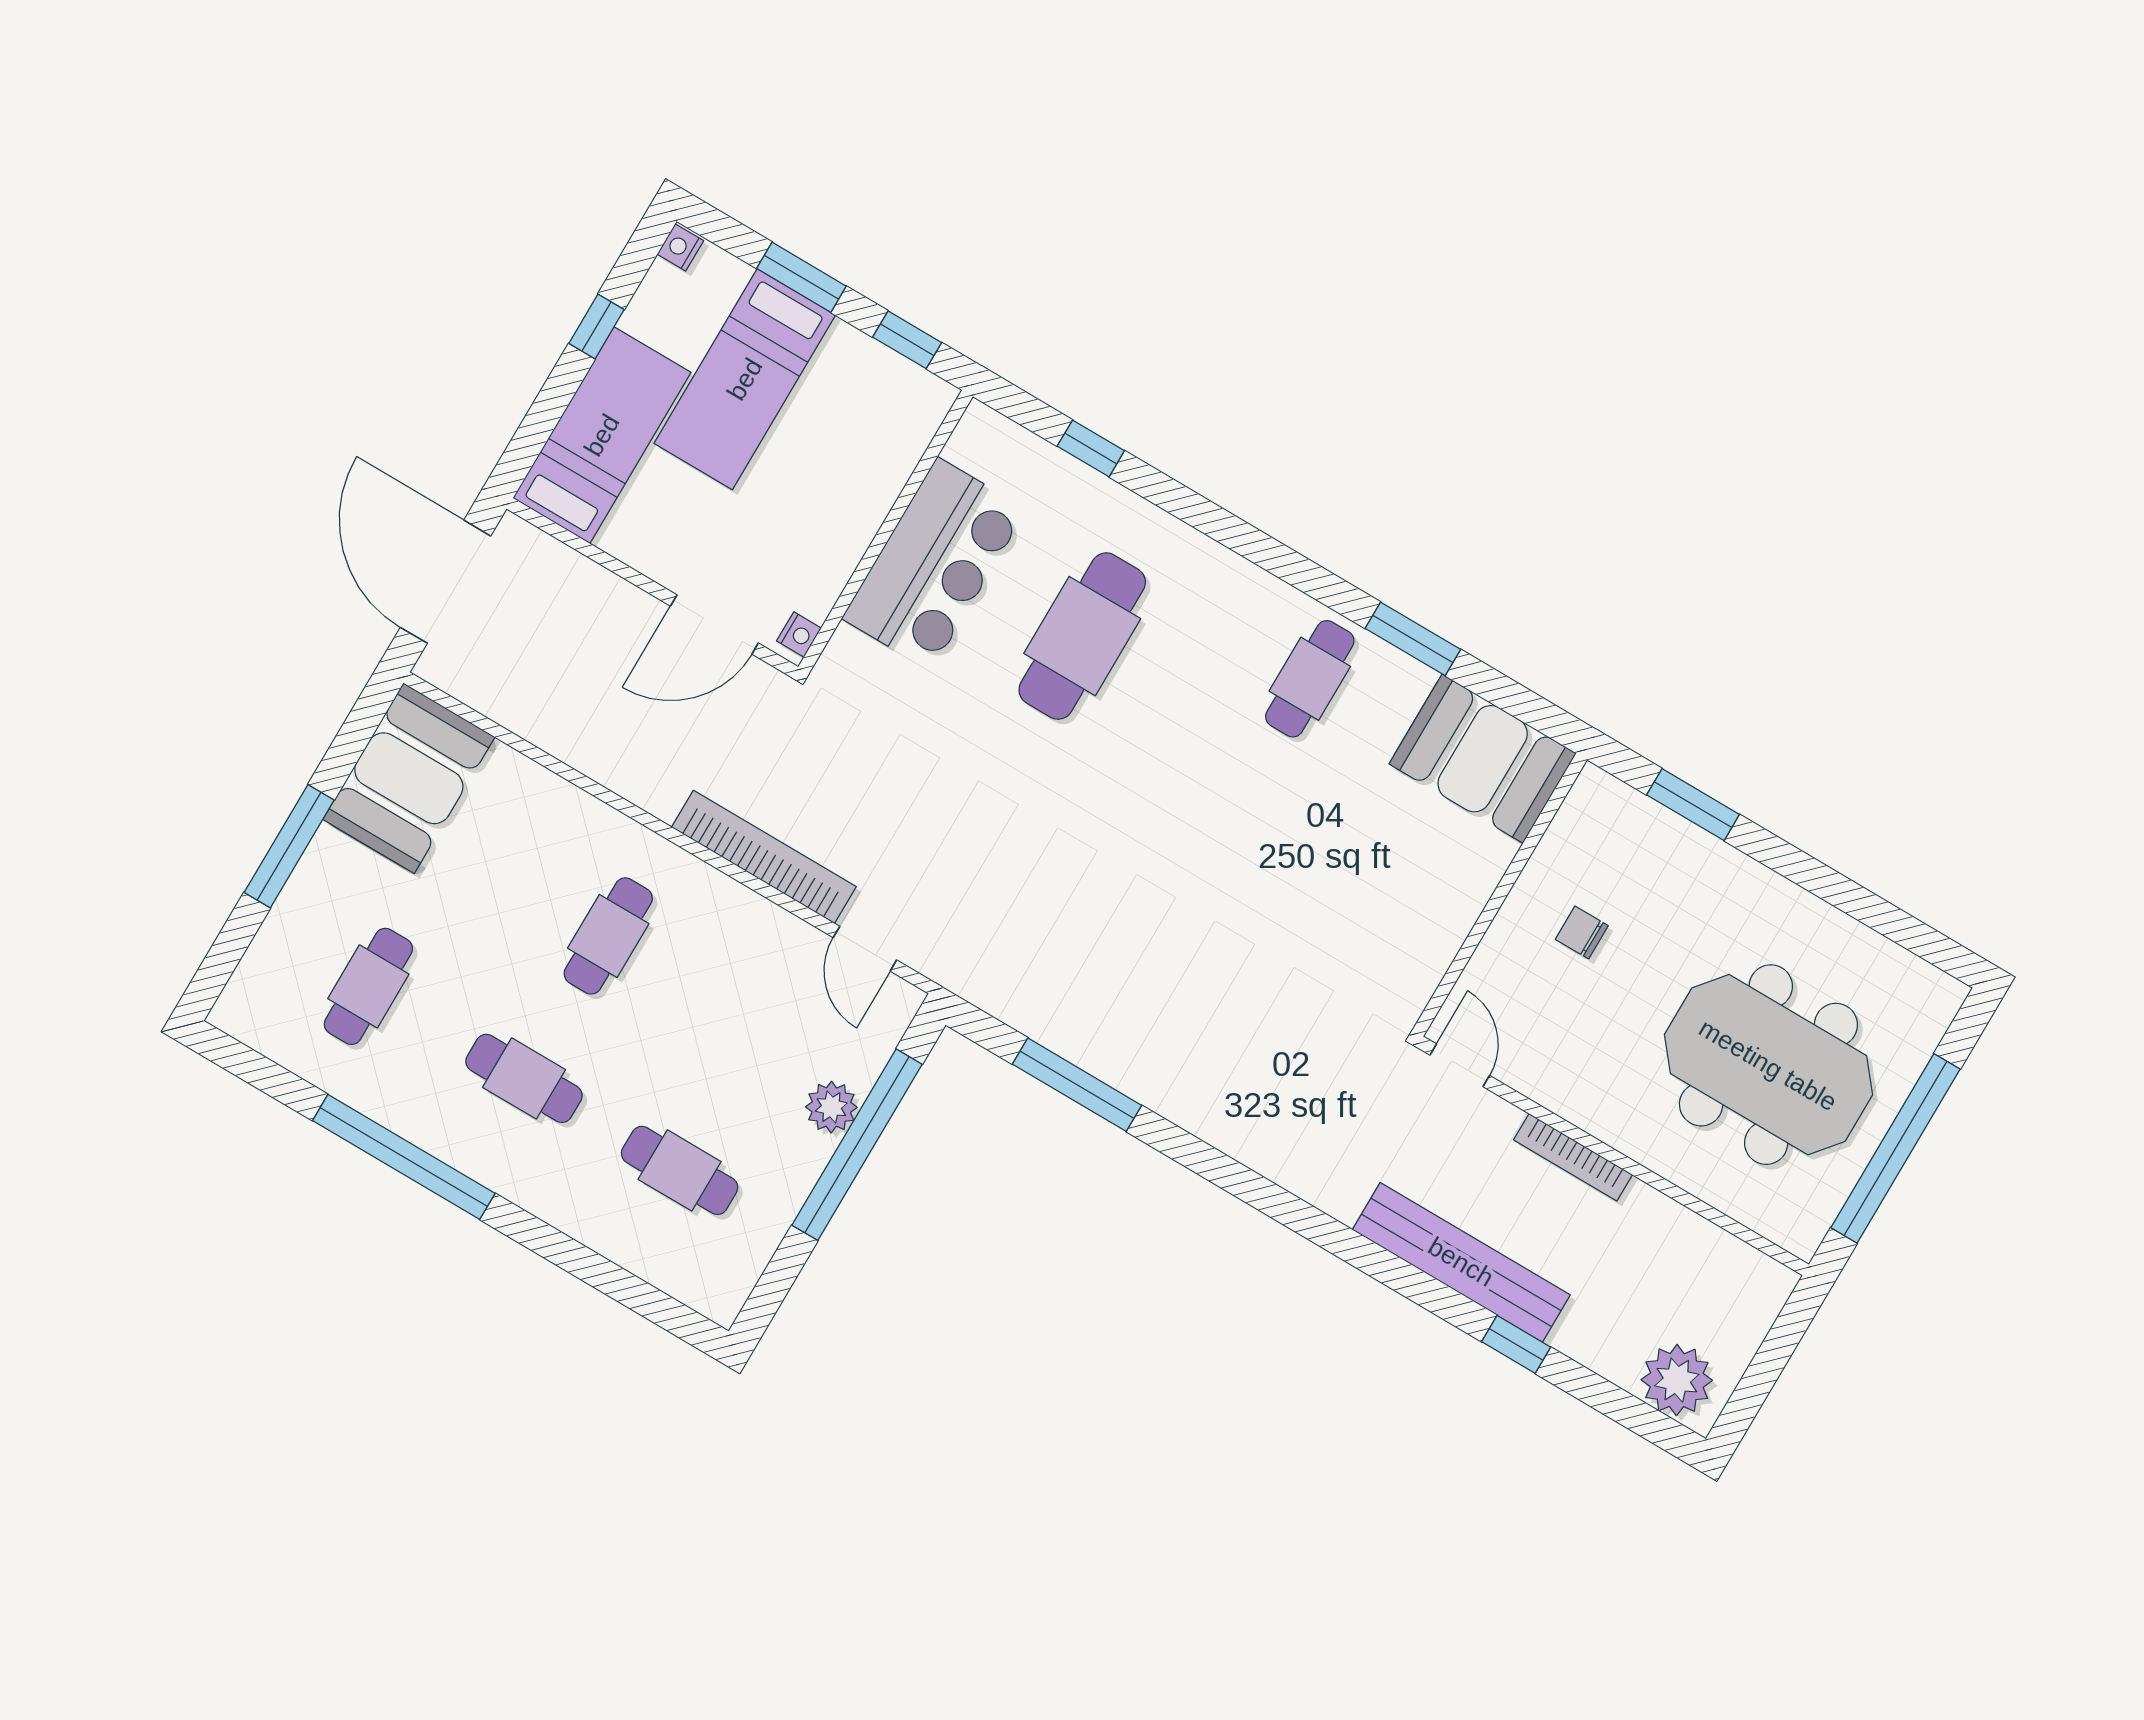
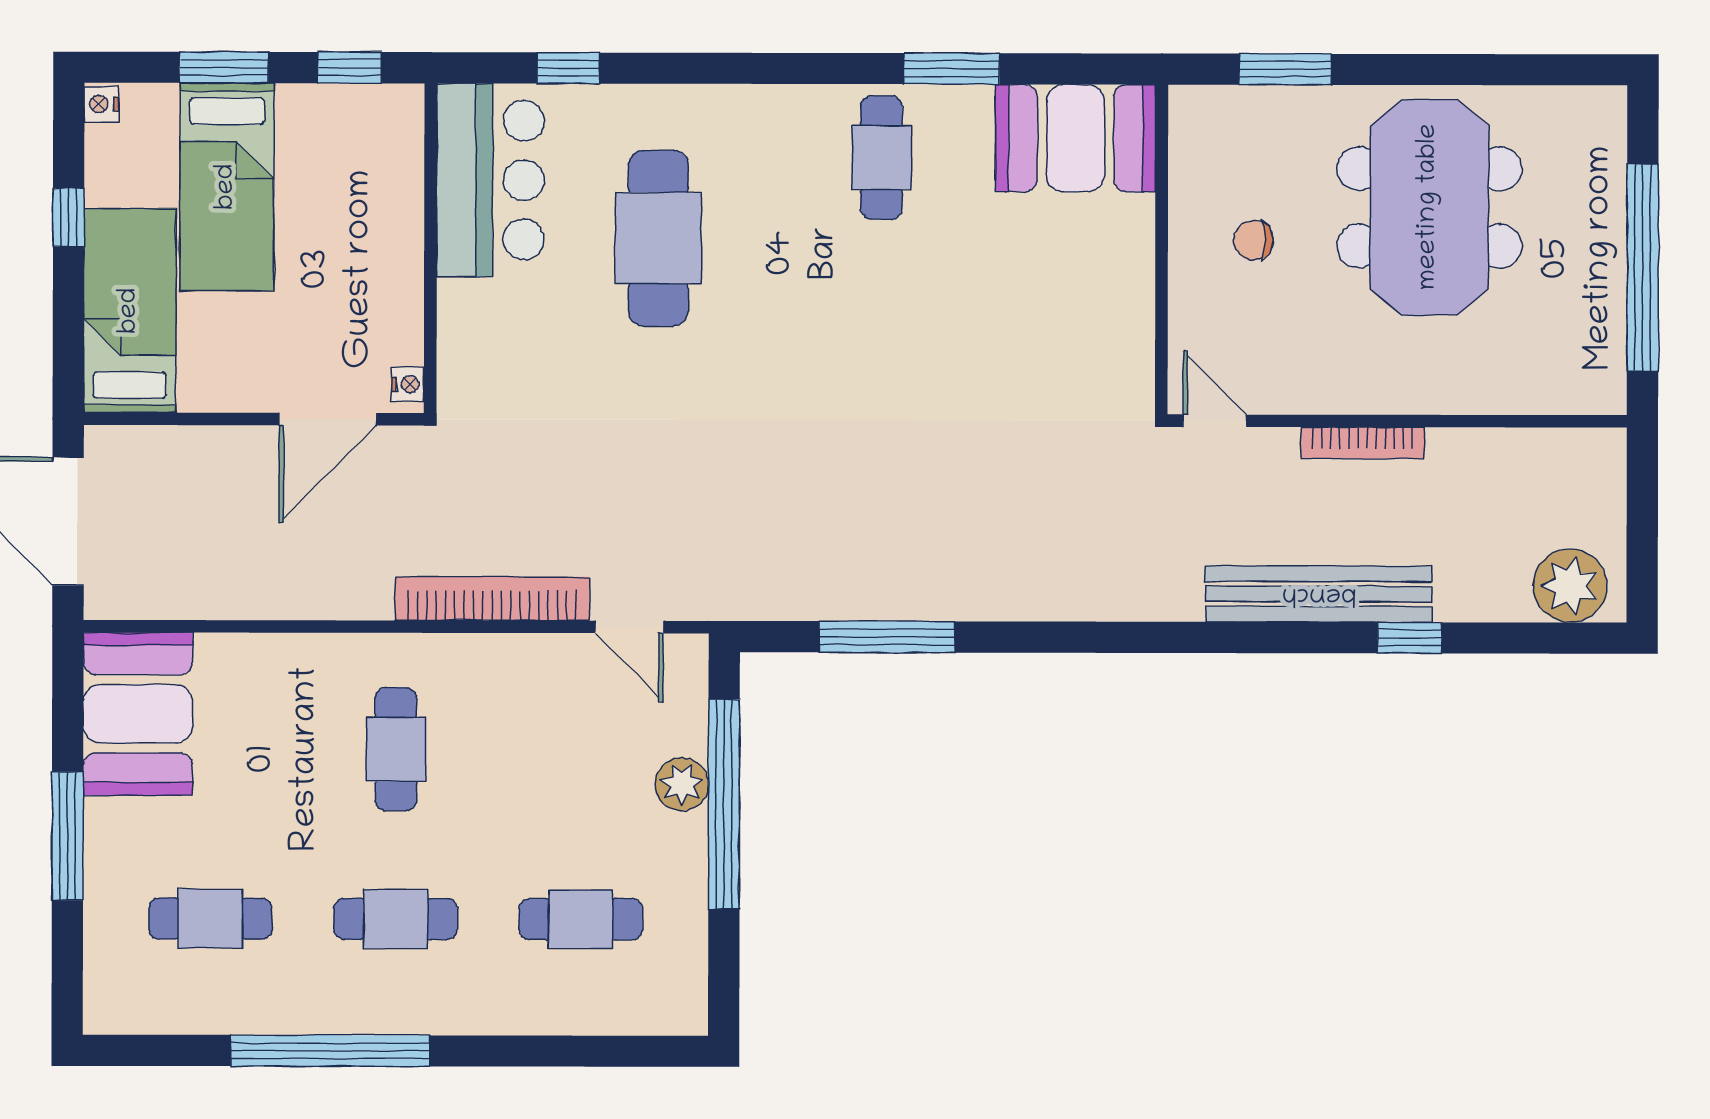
bar counter: (934, 564) -> (490, 180), moved
cafe table: (368, 986) -> (210, 919), turned 90
meeting table: (1768, 1065) -> (1429, 207), moved, turned 90

